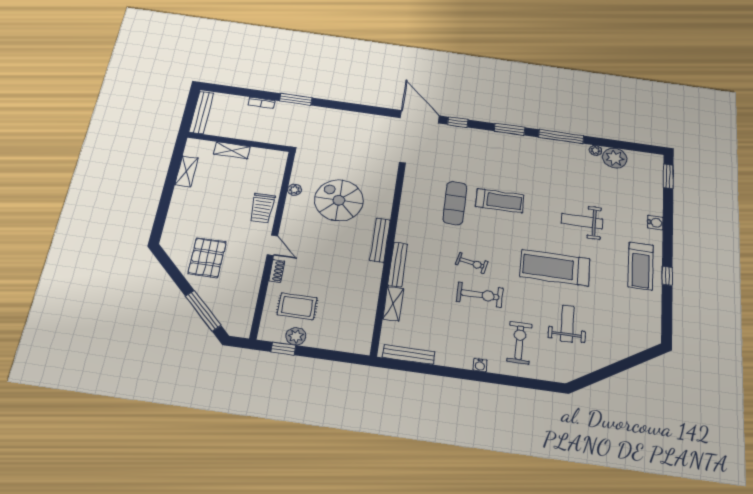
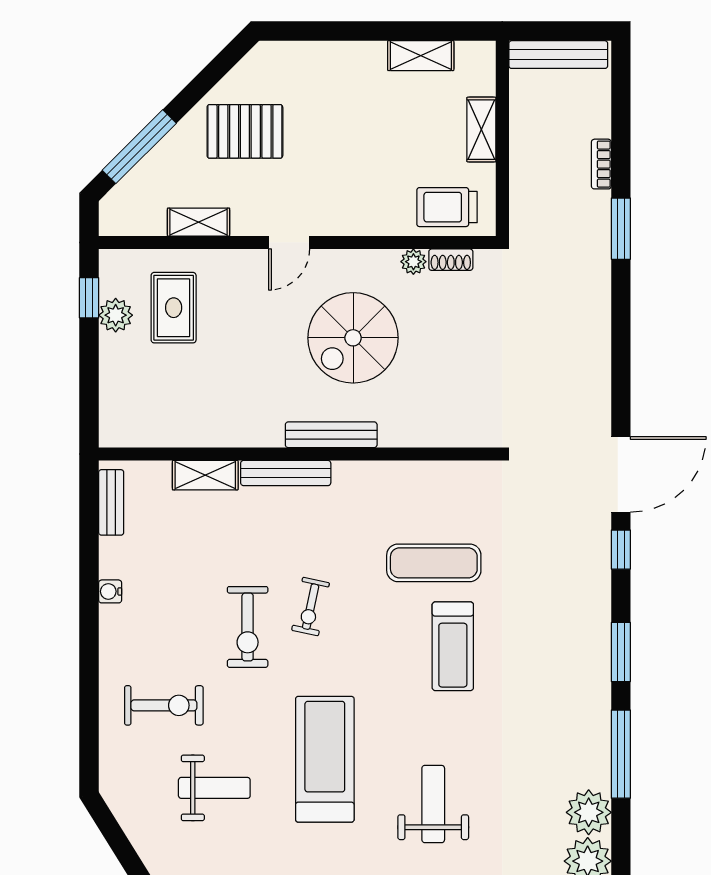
plant: (595, 150) -> (589, 812), width x1.87, depth x1.87
spiral stairs: (339, 200) -> (353, 338), moved, turned 180
trolley: (262, 208) -> (447, 207), moved
shoe rack: (277, 271) -> (451, 260), moved
shelving: (252, 287) -> (199, 222), added
bench: (409, 354) -> (111, 502), width x0.73
water cooler: (480, 365) -> (110, 591), moved

